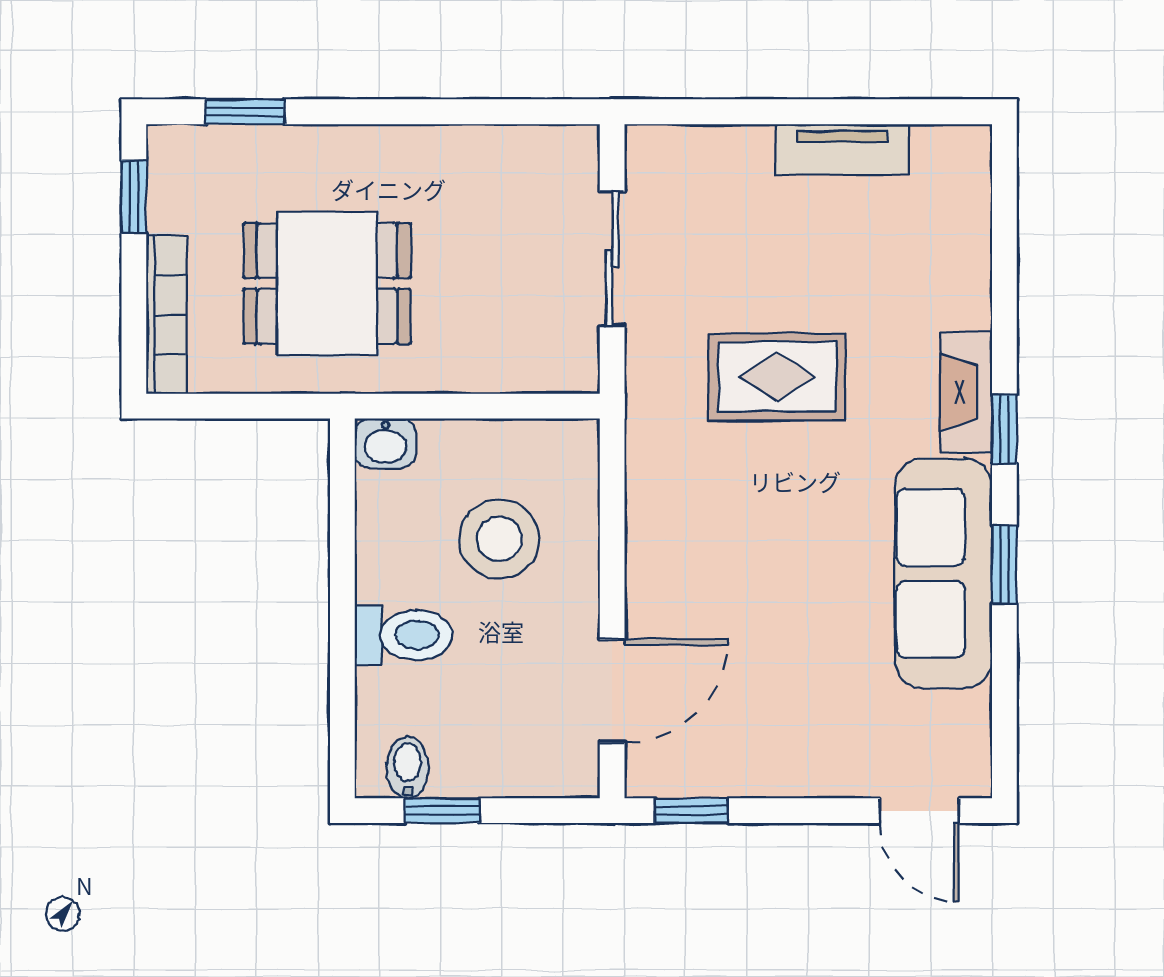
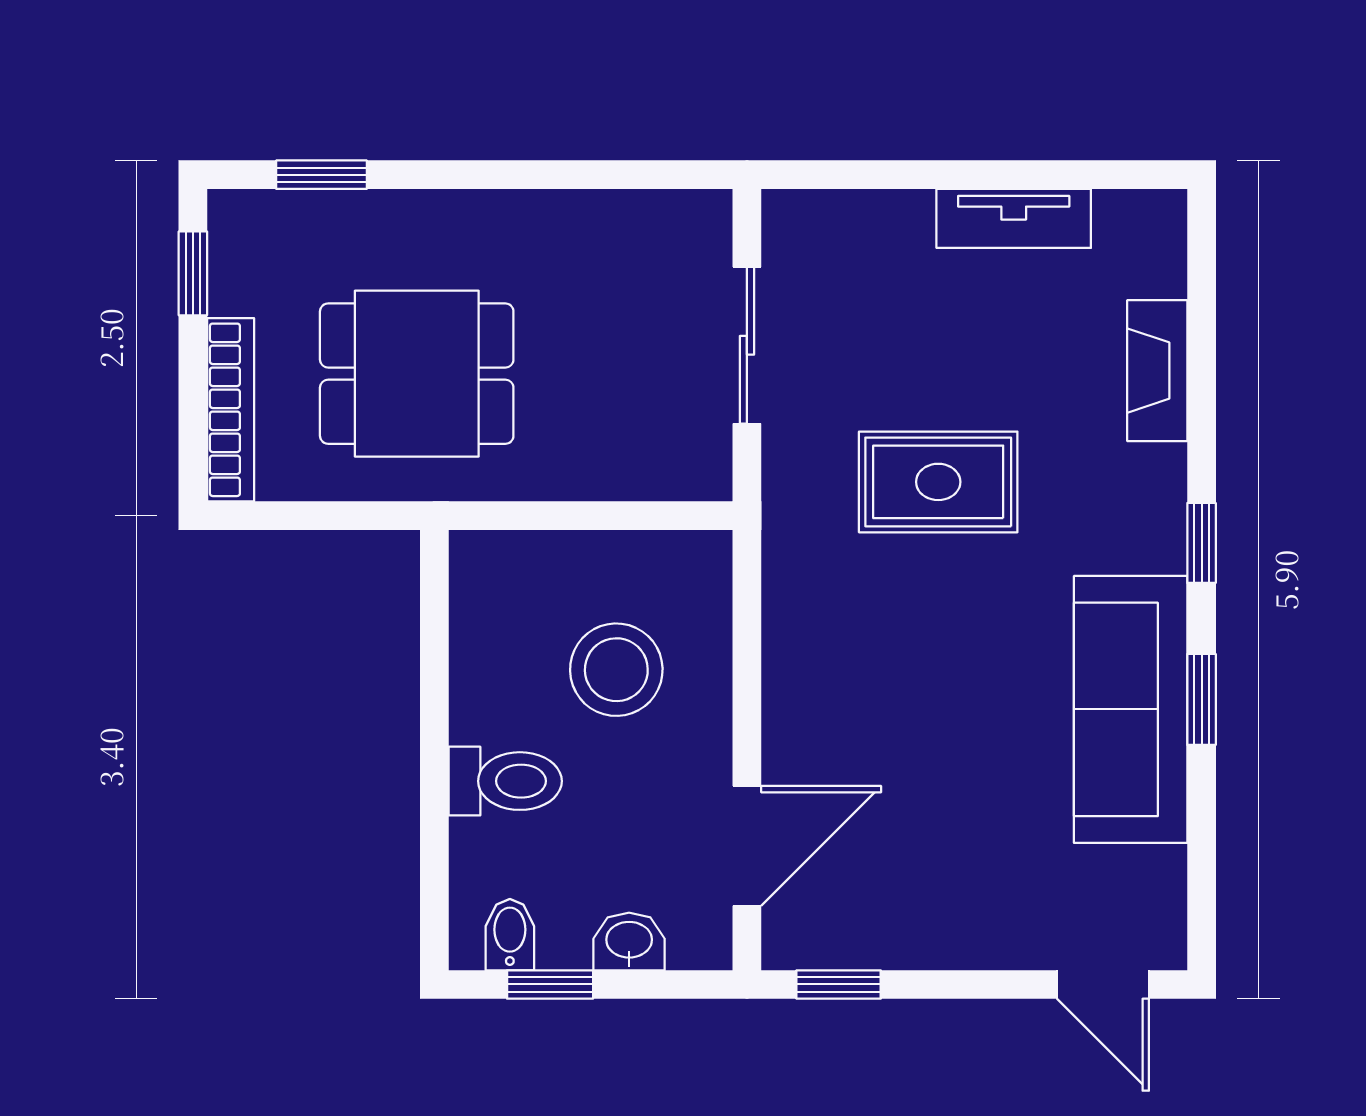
fireplace: (966, 392) -> (1157, 371), moved
washbasin: (385, 443) -> (629, 941), moved, turned 180

